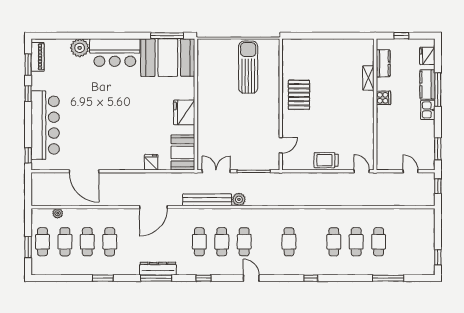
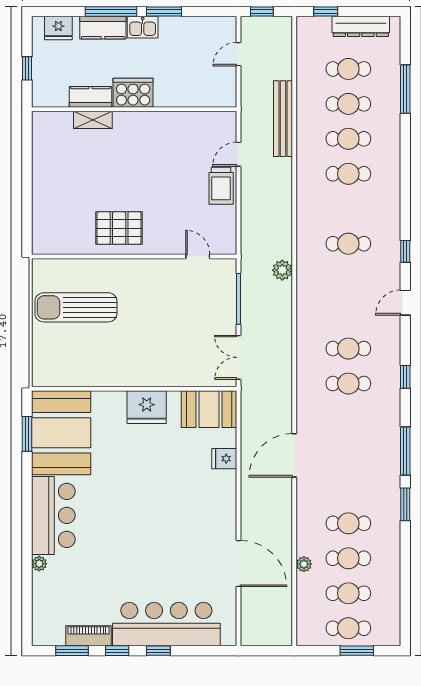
window: (167, 36) -> (27, 434), width x0.69
plant: (80, 48) -> (39, 564), width x0.53, depth x0.53
piano: (38, 57) -> (89, 636), moved
kitchen counter: (383, 63) -> (90, 97), moved
cooker: (383, 98) -> (133, 93), width x1.87, depth x1.31
window: (438, 149) -> (164, 12), moved
window: (28, 155) -> (158, 651), moved
door: (84, 171) -> (238, 563), hinge flipped
door: (362, 171) -> (238, 154), moved
plant: (239, 199) -> (282, 270), moved
bench: (207, 200) -> (283, 119), moved
door: (153, 207) -> (294, 455), swing flipped
plant: (58, 213) -> (304, 564), moved
cafe table: (244, 242) -> (348, 69), moved
window: (438, 257) -> (326, 12), moved
dresser: (158, 269) -> (361, 26), moved, turned -90
window: (103, 278) -> (405, 504), moved
window: (311, 278) -> (405, 251), moved

